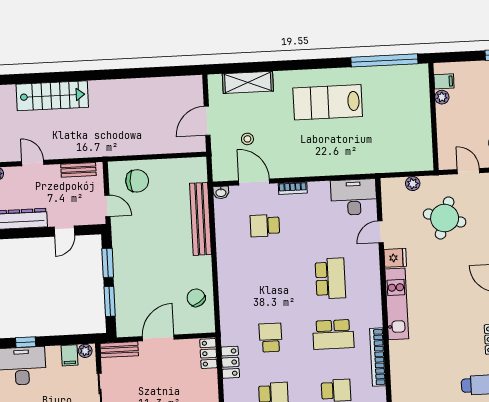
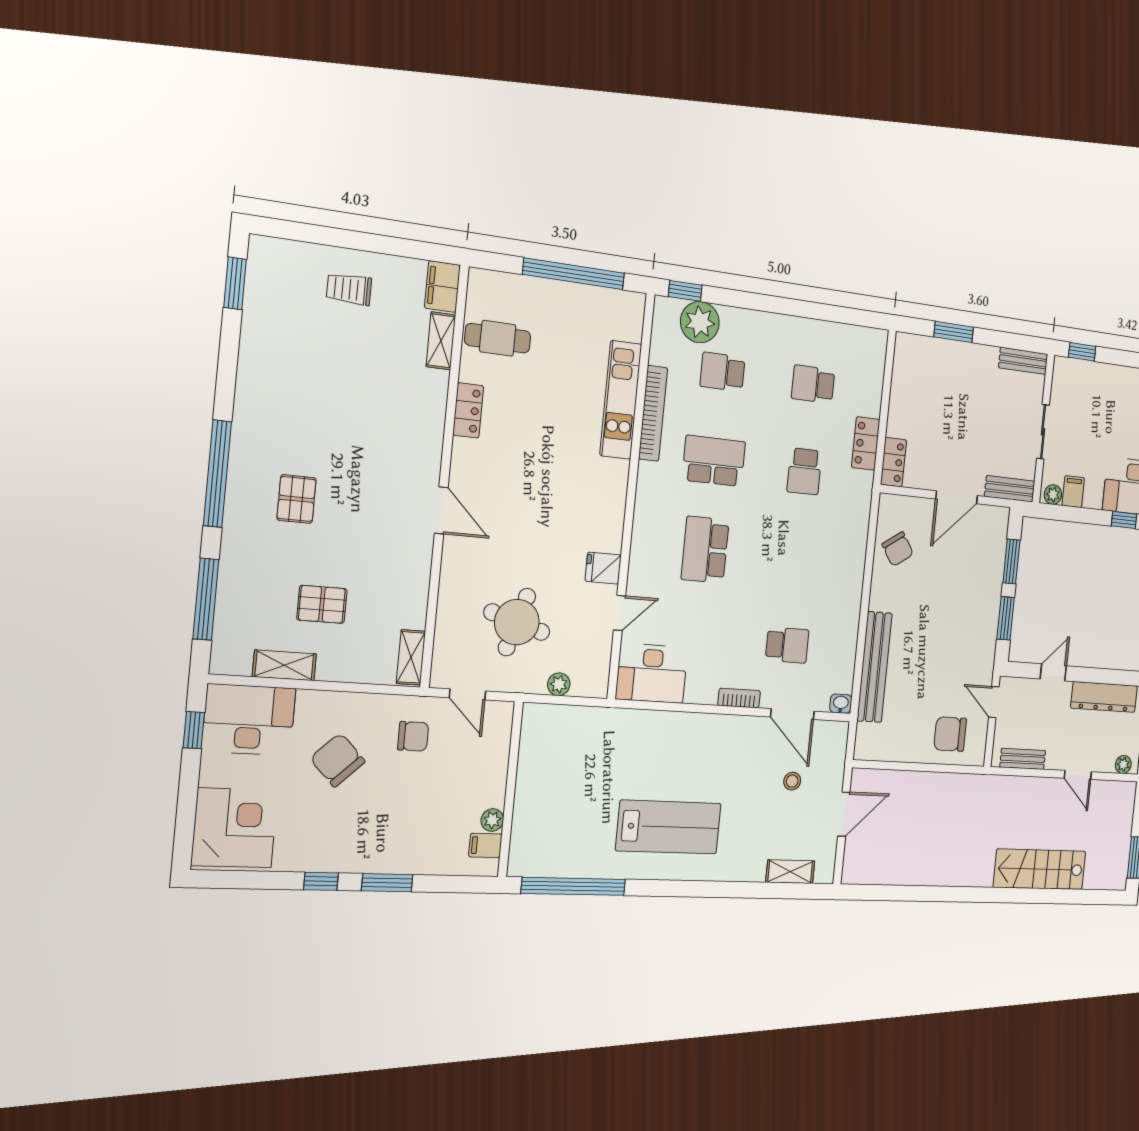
shelving: (248, 82) -> (790, 872), width x0.67, depth x0.75
kitchen unit: (397, 304) -> (621, 400), moved

